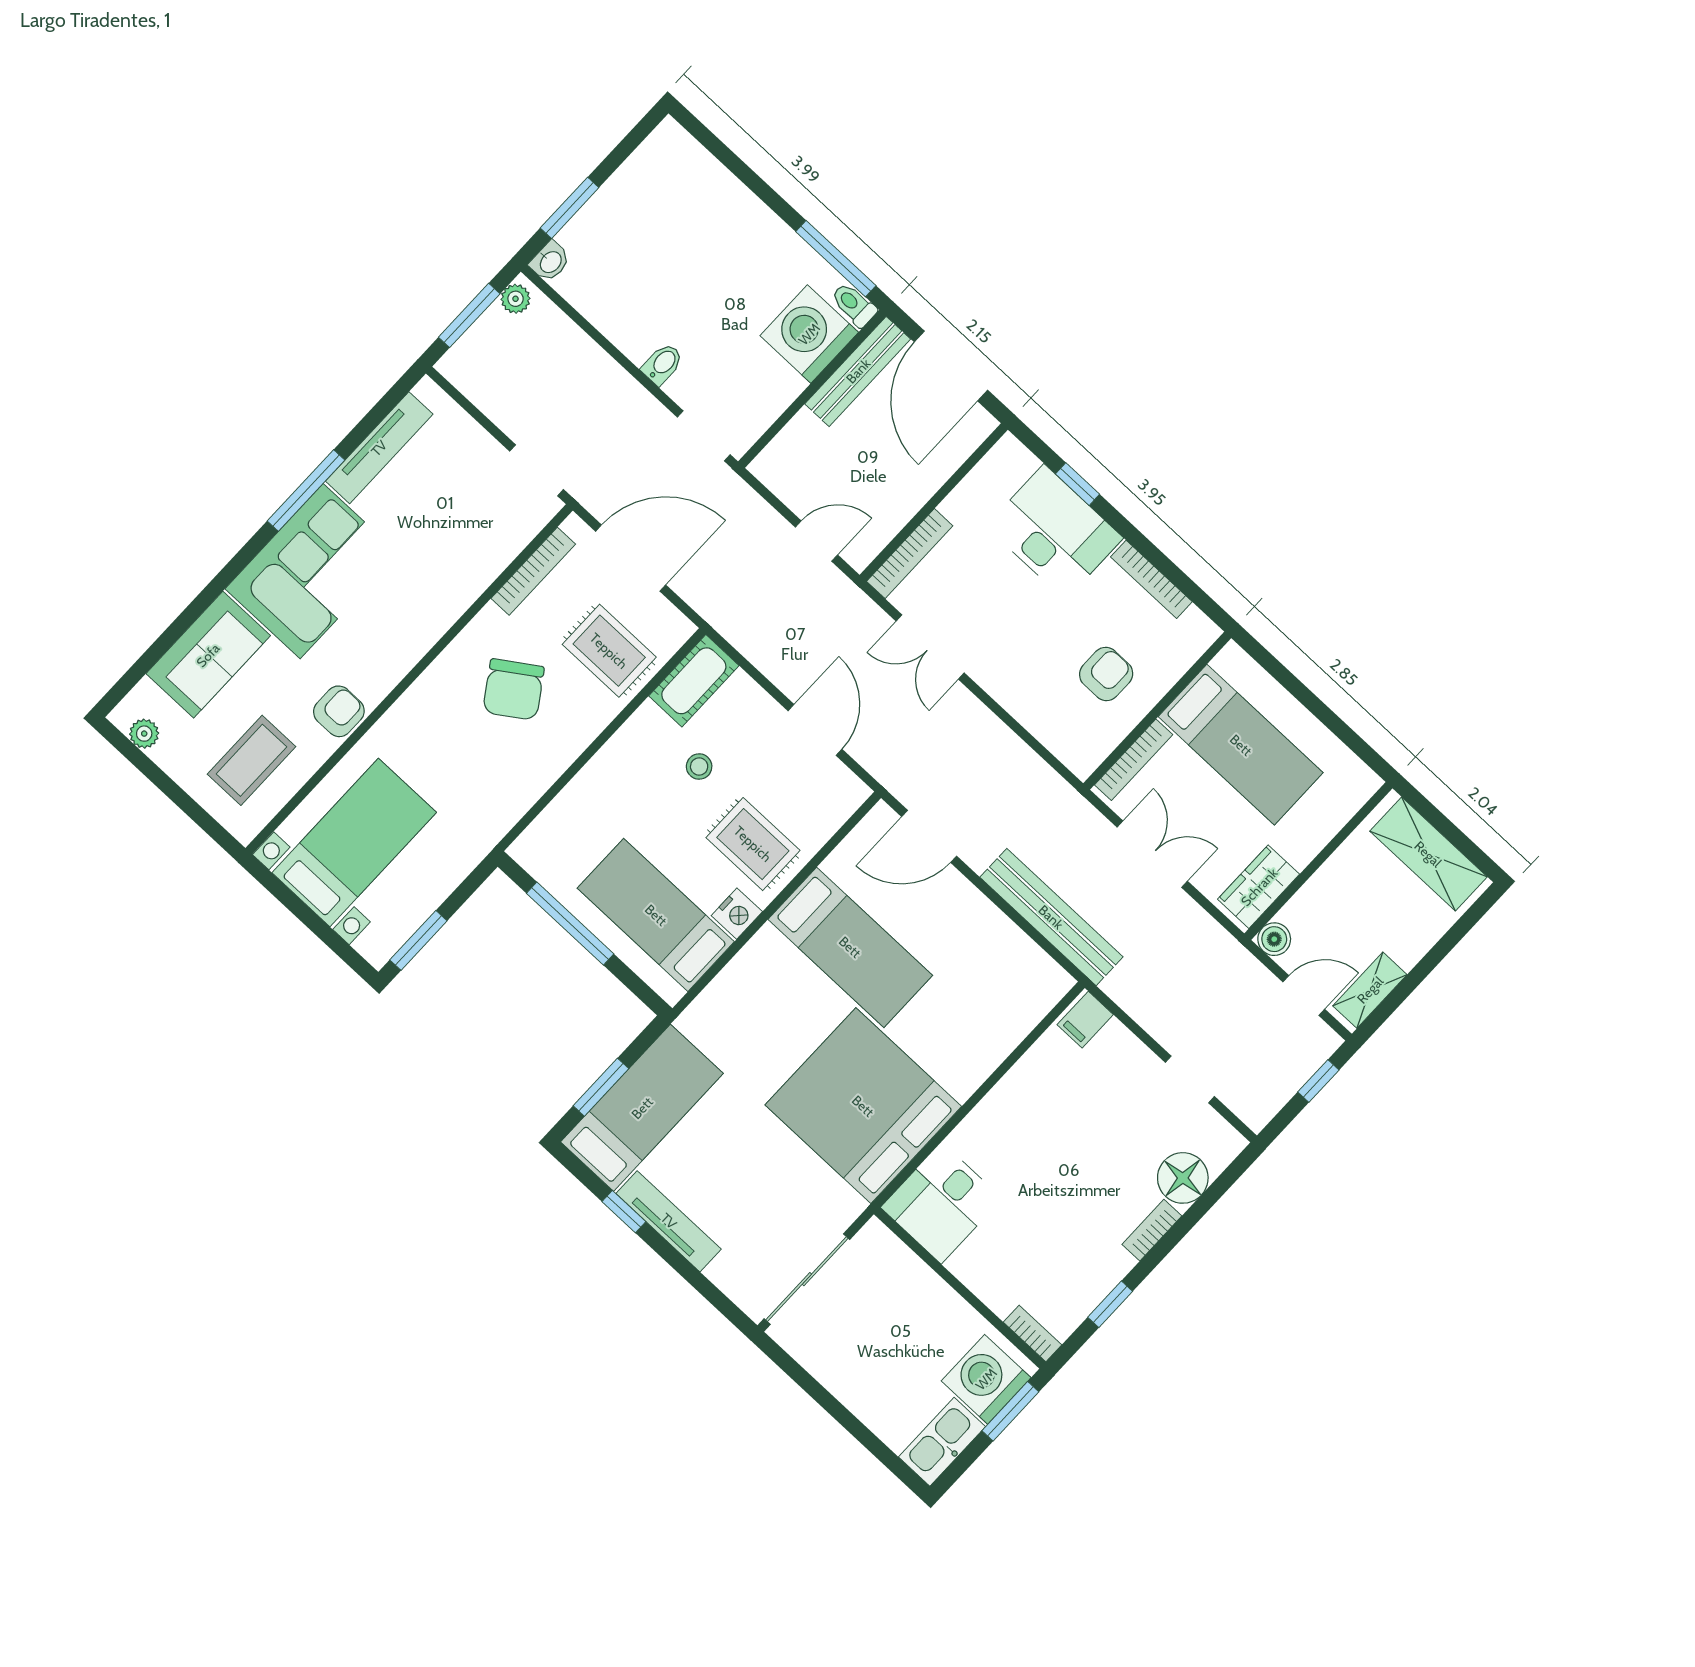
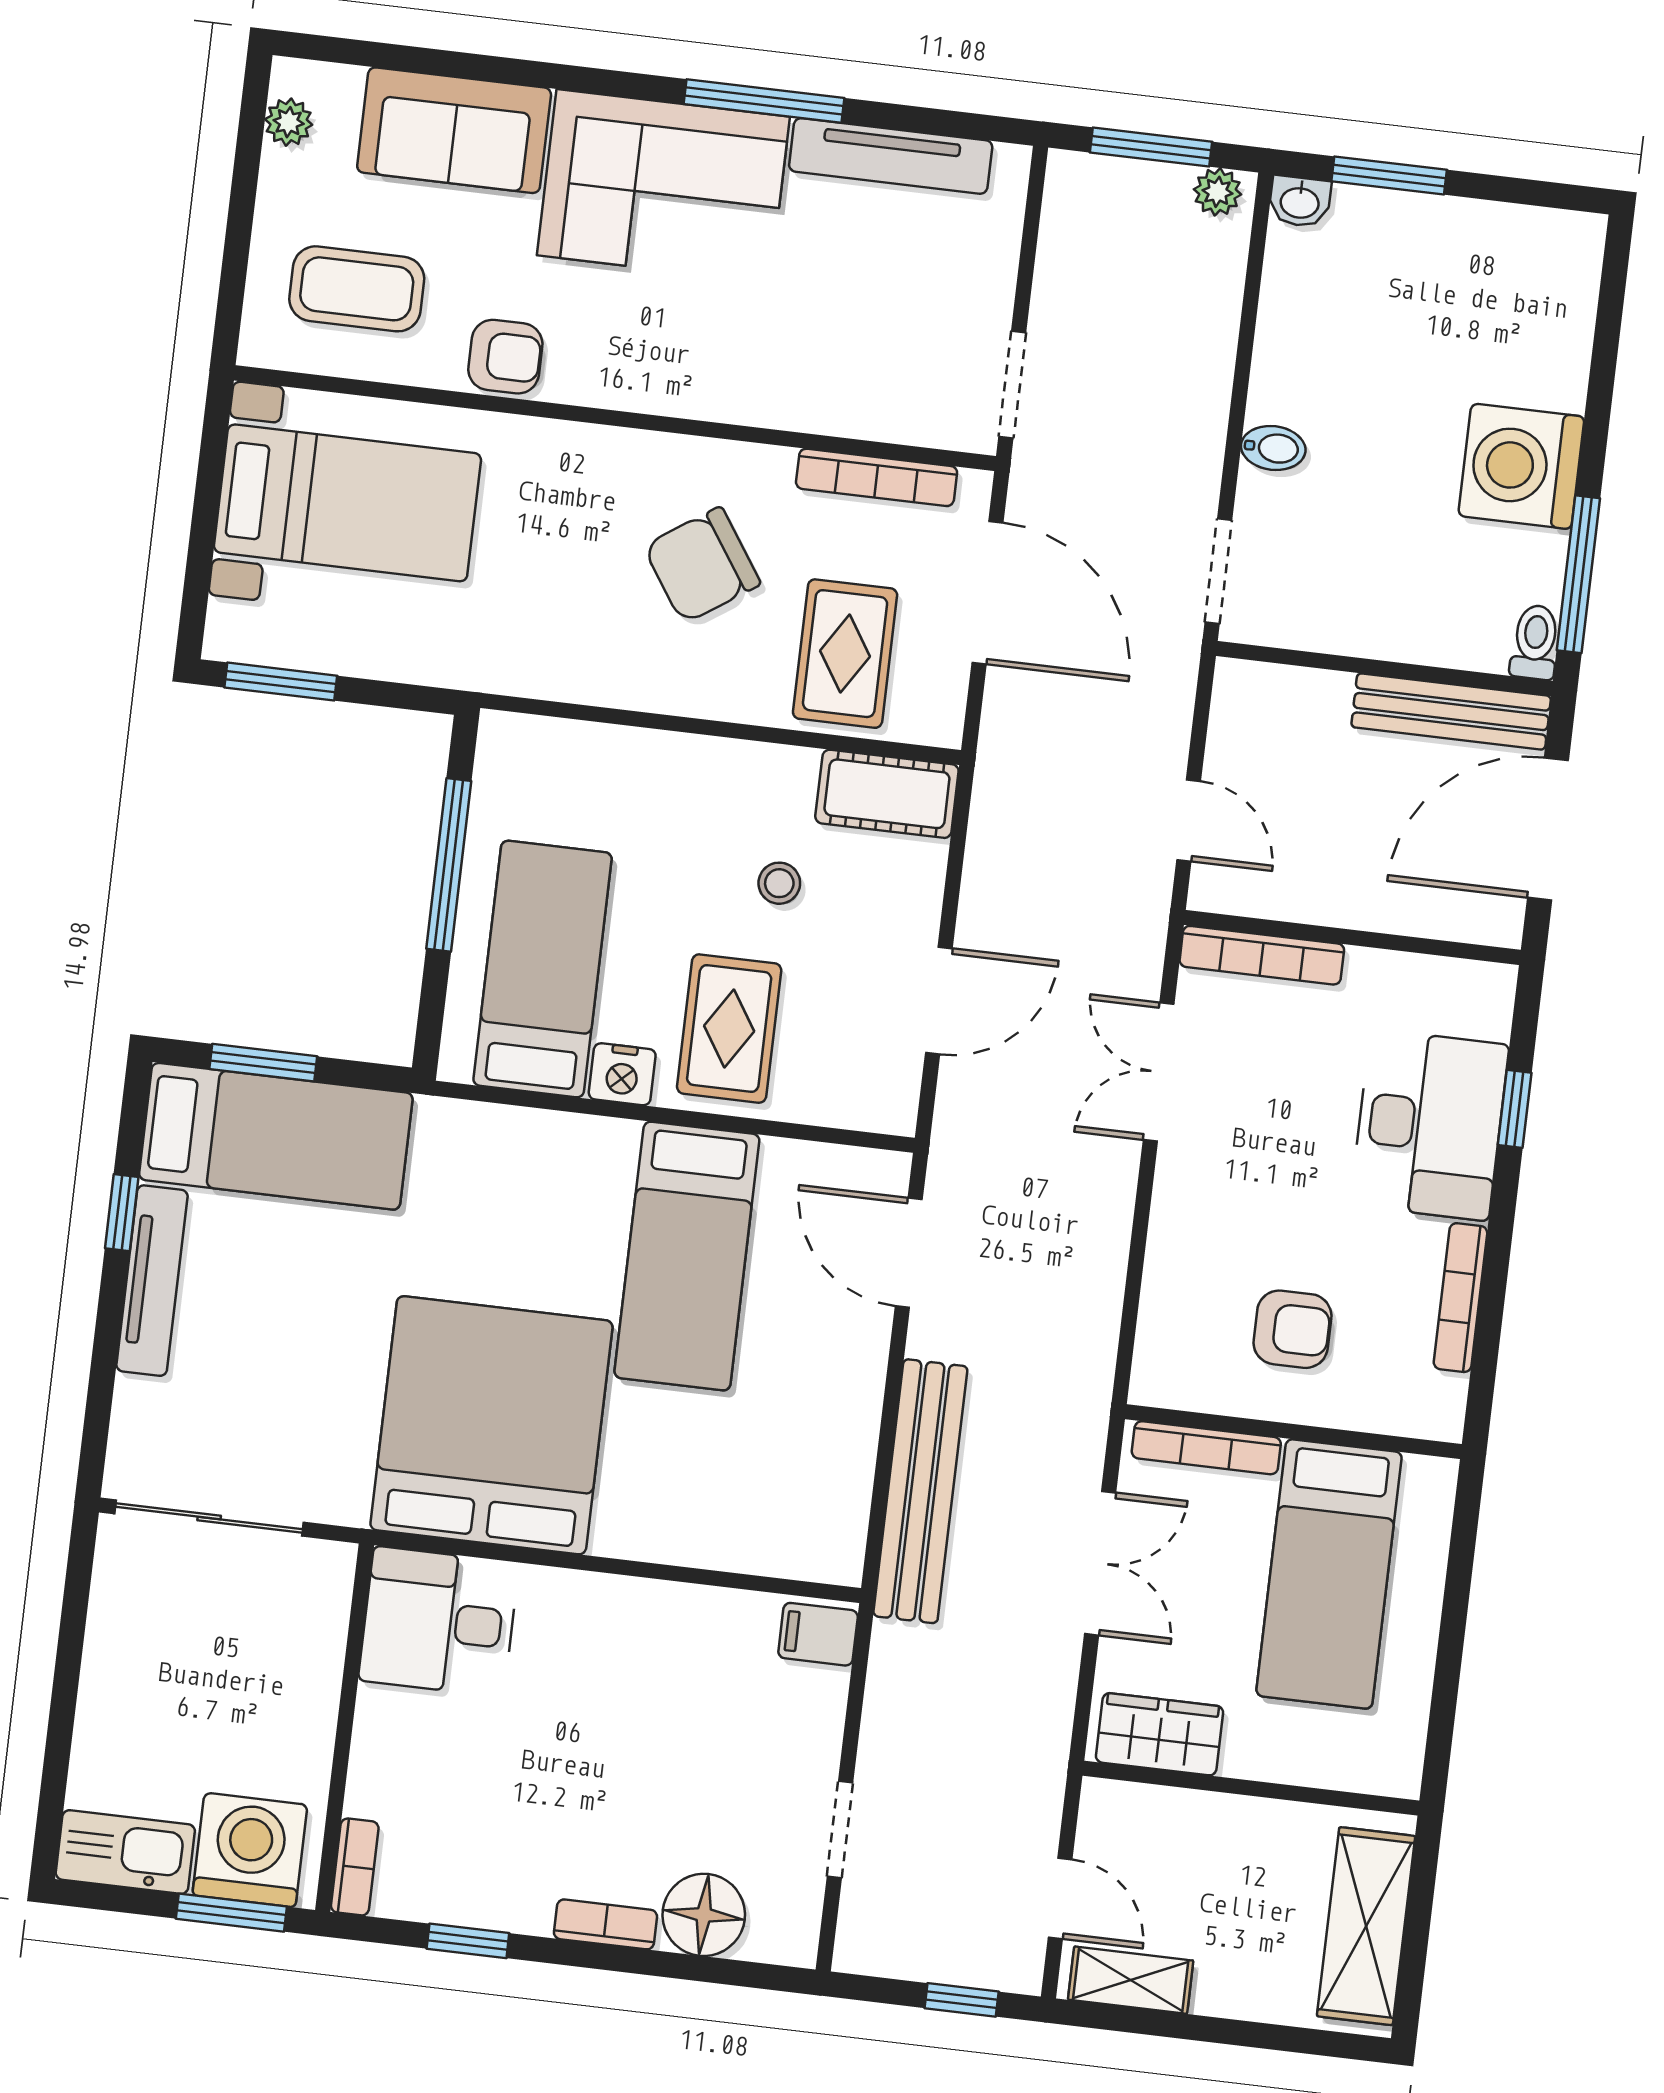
washing machine: (809, 334) -> (1521, 466), moved, turned -90
boiler: (1274, 939) -> (1106, 1805), removed

